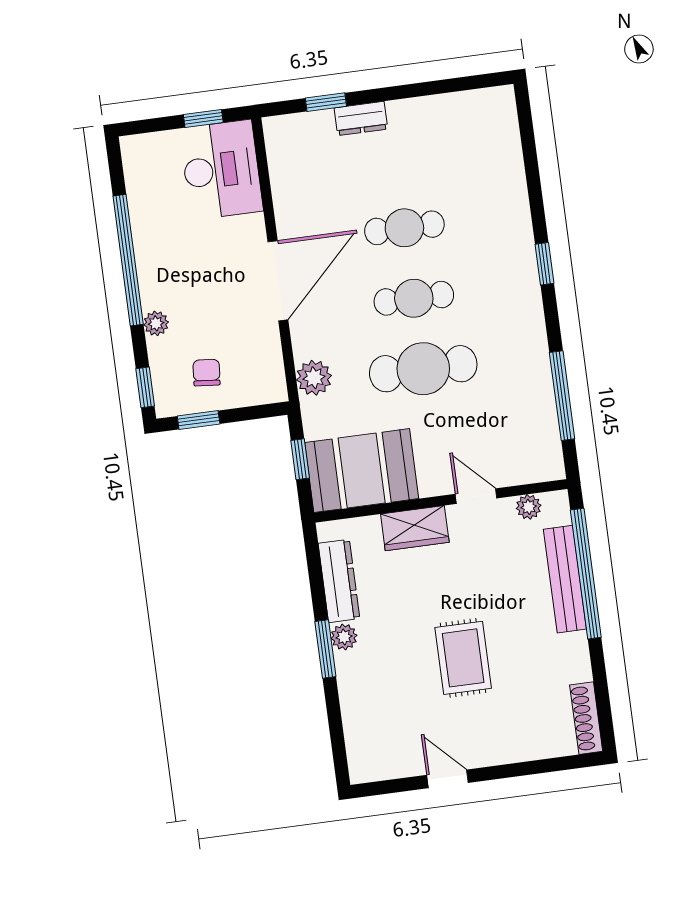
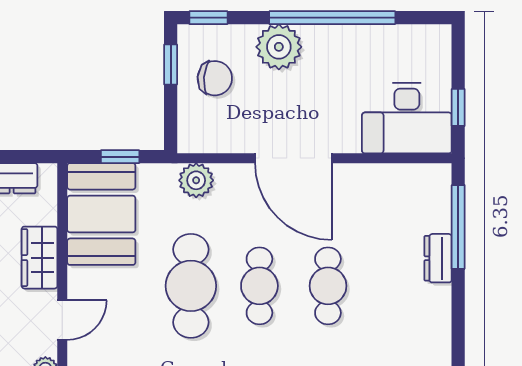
window: (326, 102) -> (458, 227), width x2.17
plant: (156, 323) -> (279, 47), width x1.88, depth x1.88
chair: (206, 373) -> (215, 78), width x1.37, depth x1.37

